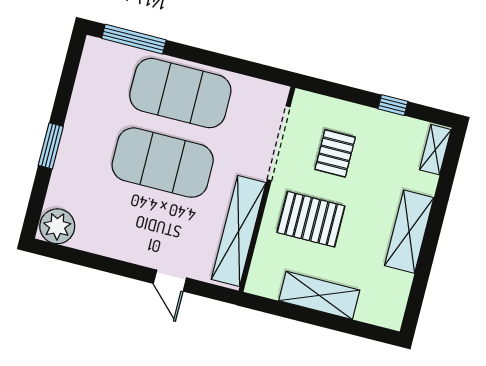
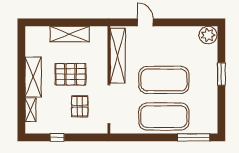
shelving: (435, 150) -> (31, 110), moved
pallet: (311, 219) -> (71, 74), moved

